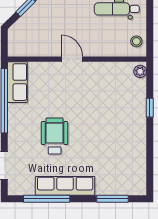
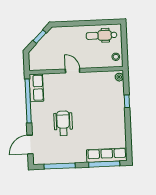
row of seats: (65, 186) -> (107, 155), moved
window: (113, 199) -> (104, 164), width x1.44

